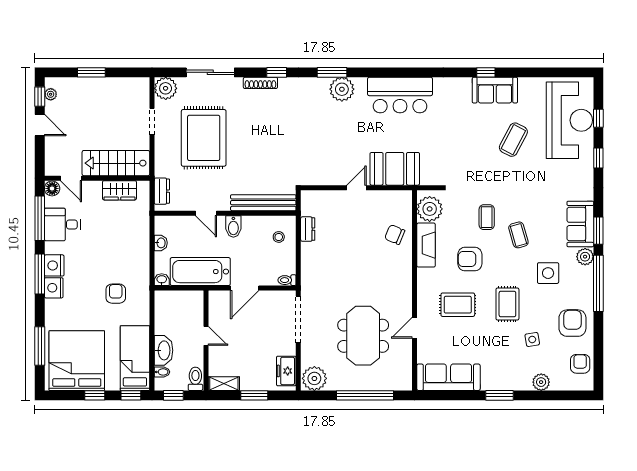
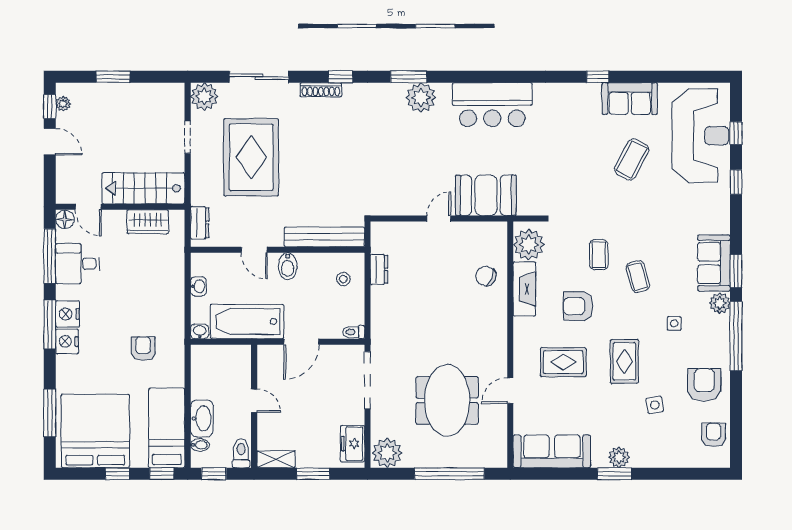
sofa: (495, 90) -> (630, 99), moved
side table: (548, 273) -> (674, 323), width x0.54, depth x0.54
plant: (541, 382) -> (619, 457), moved

